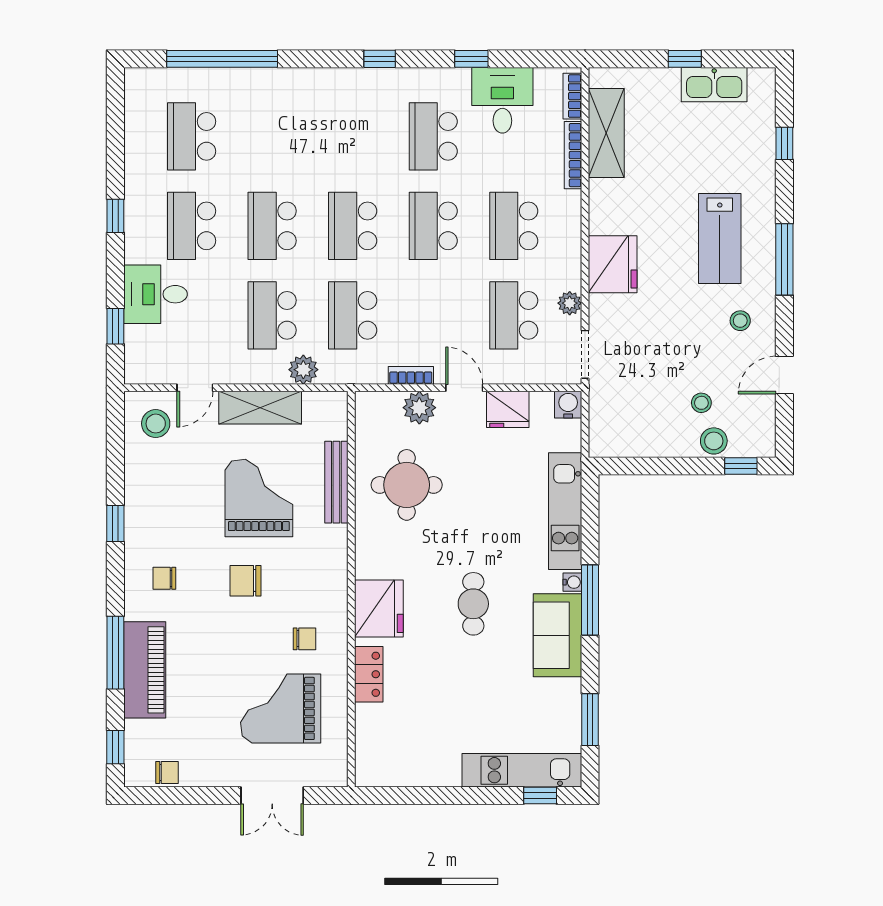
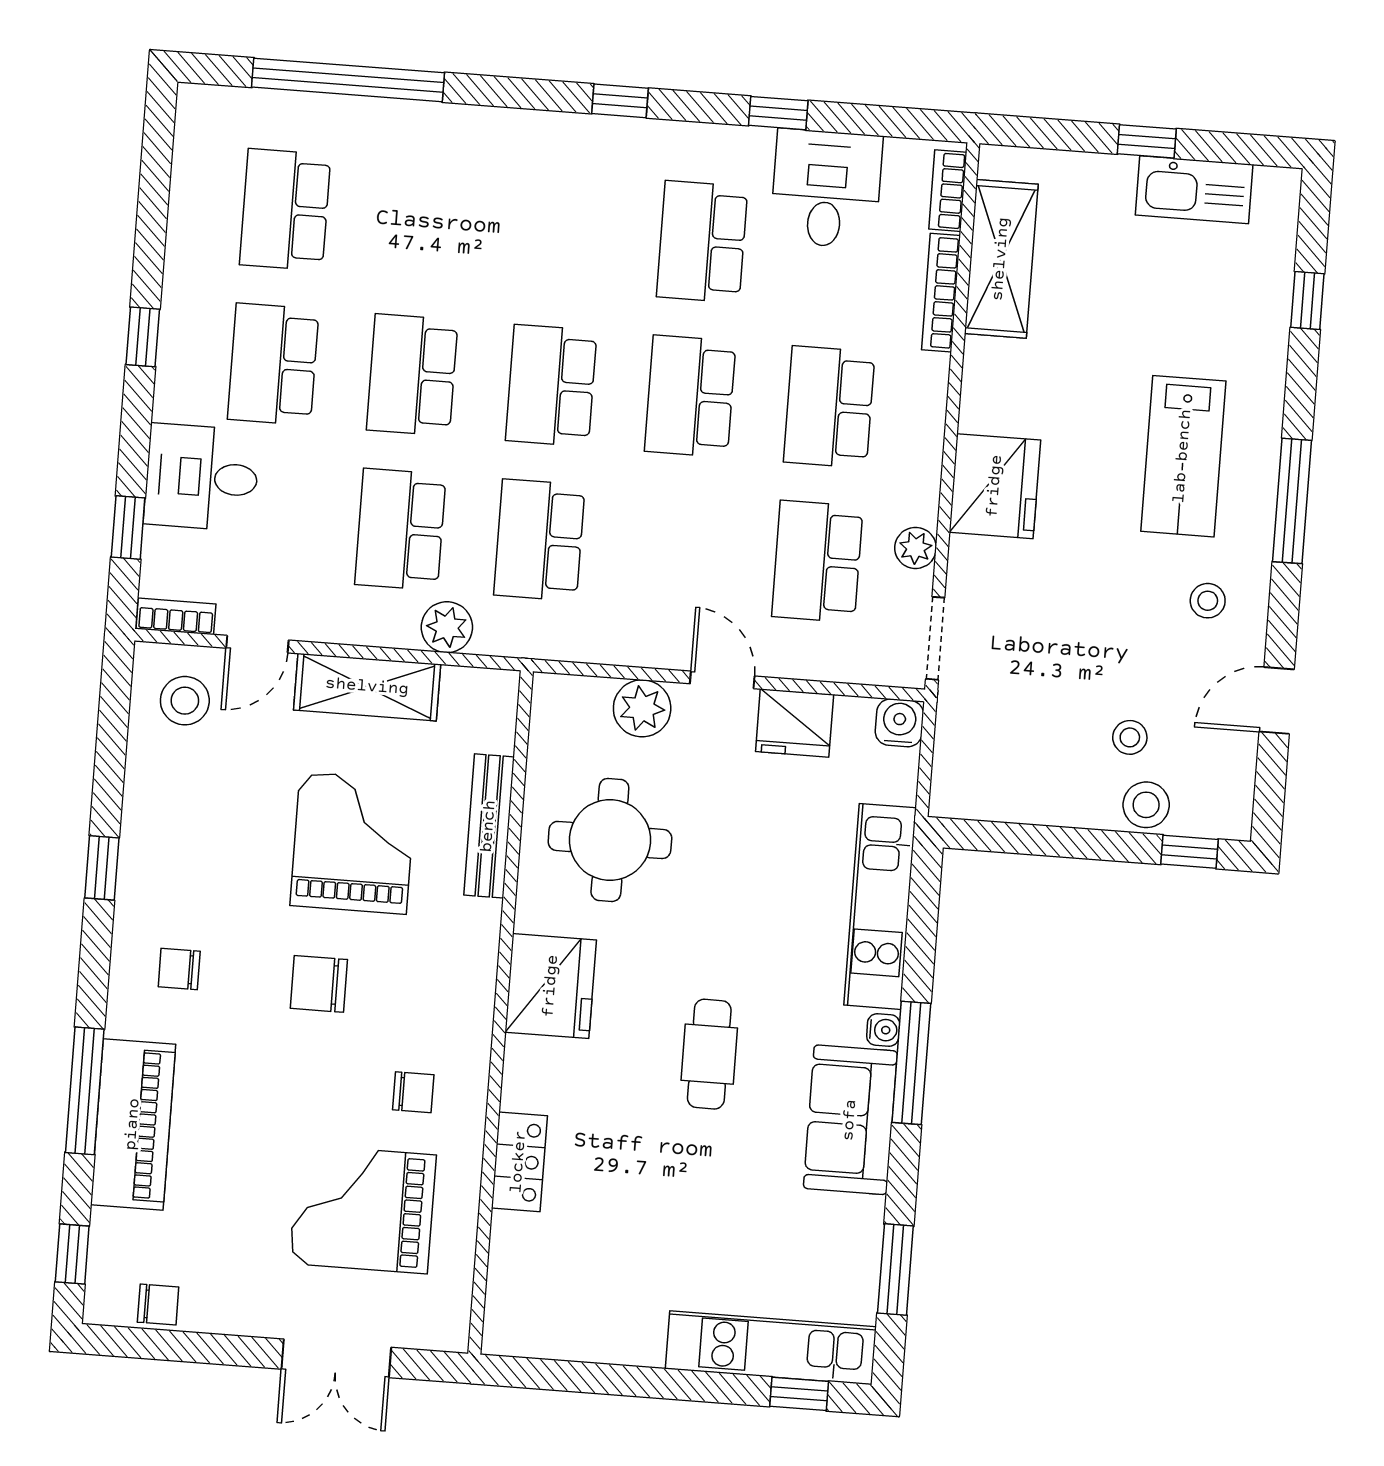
bookcase: (411, 375) -> (176, 616), moved
fridge: (379, 608) -> (551, 986), moved

